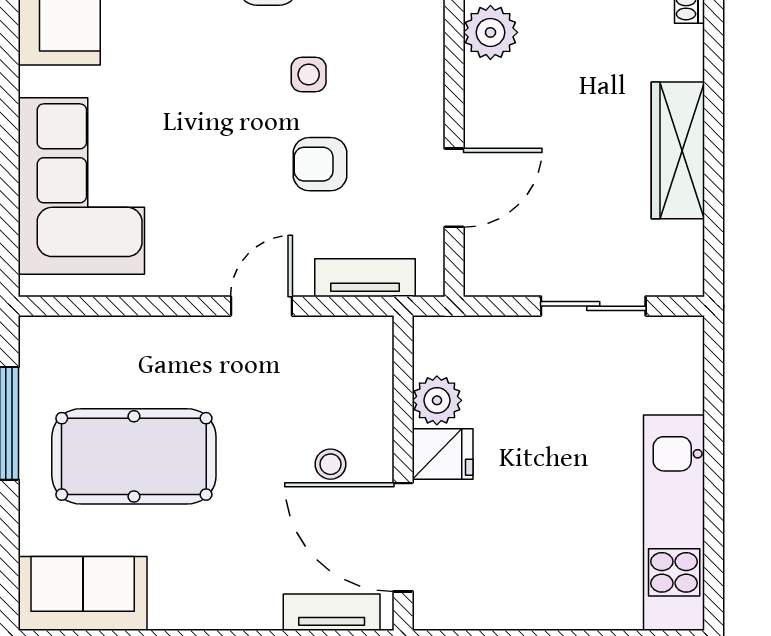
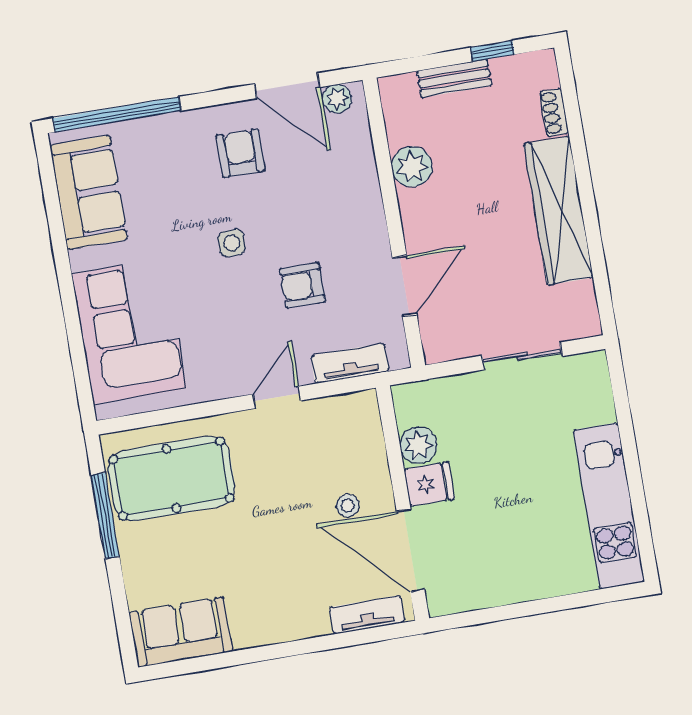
side table: (309, 74) -> (232, 243), moved
wardrobe: (678, 150) -> (558, 211), width x1.40, depth x1.17
pool table: (134, 456) -> (171, 479), moved

